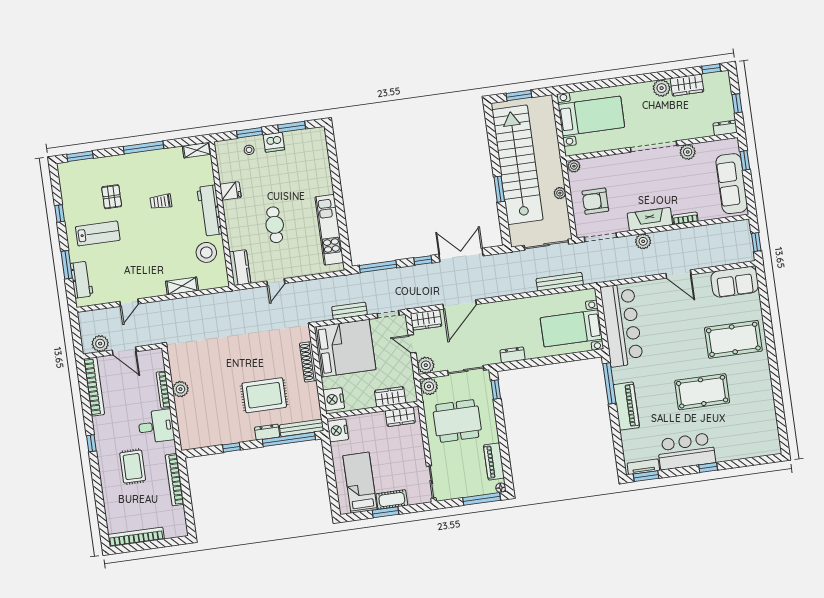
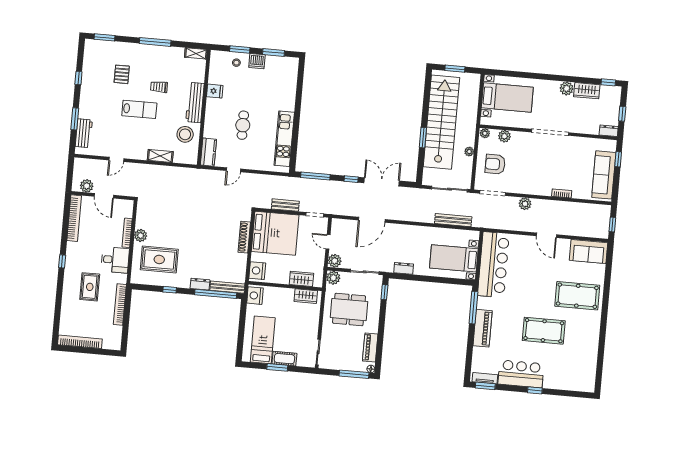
plant: (688, 152) -> (504, 136), moved
fireplace: (650, 219) -> (534, 188), removed
lab bench: (98, 233) -> (139, 109), moved
wardrobe: (426, 320) -> (343, 226), removed
rug: (264, 395) -> (159, 259), moved

